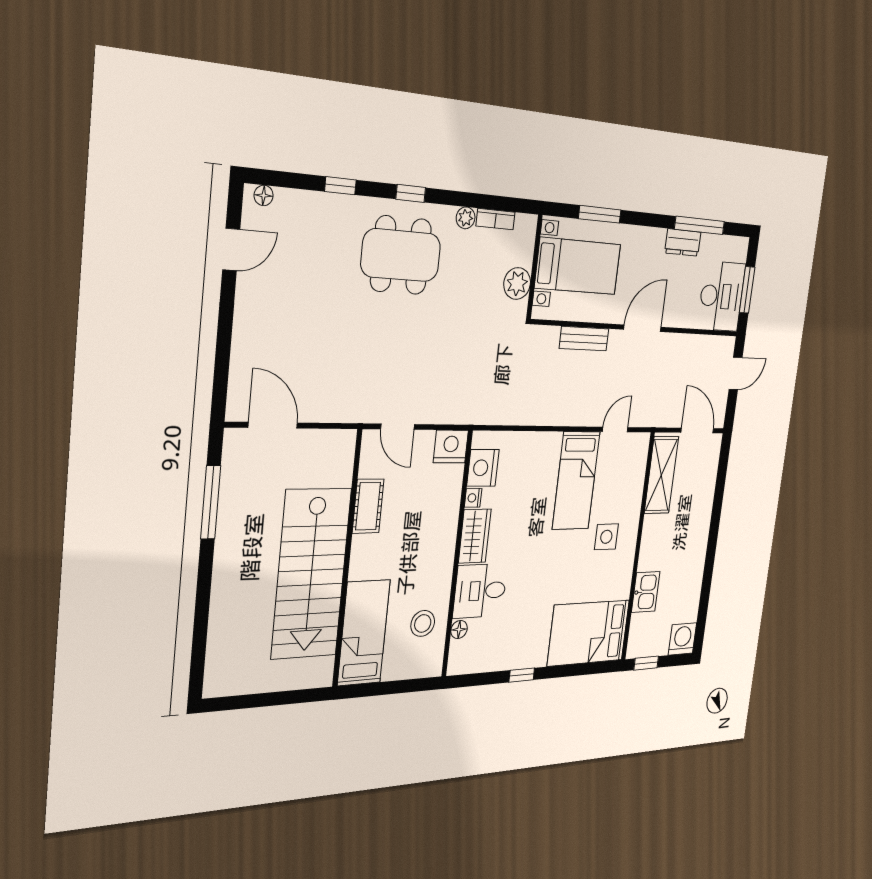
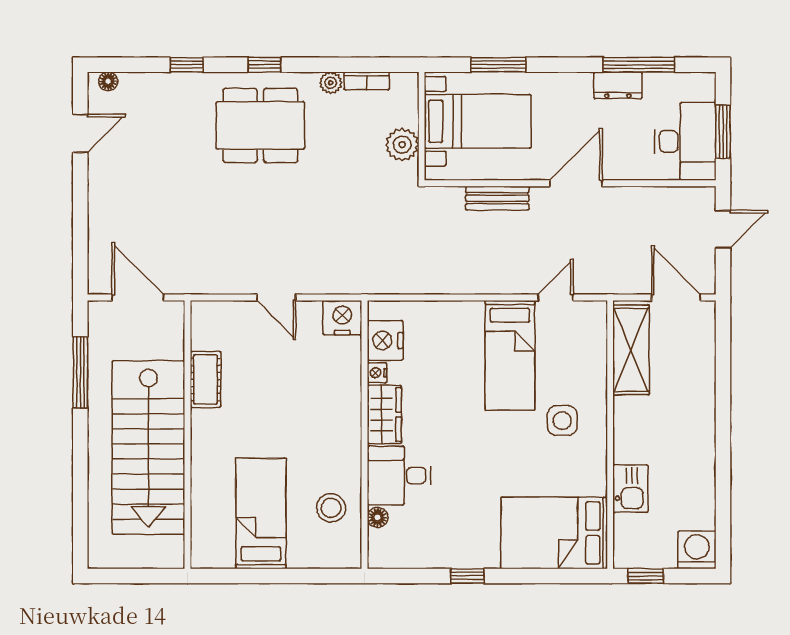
cot: (368, 506) -> (206, 379), moved
wall: (347, 560) -> (187, 435), moved
stairs: (311, 574) -> (148, 448), moved

